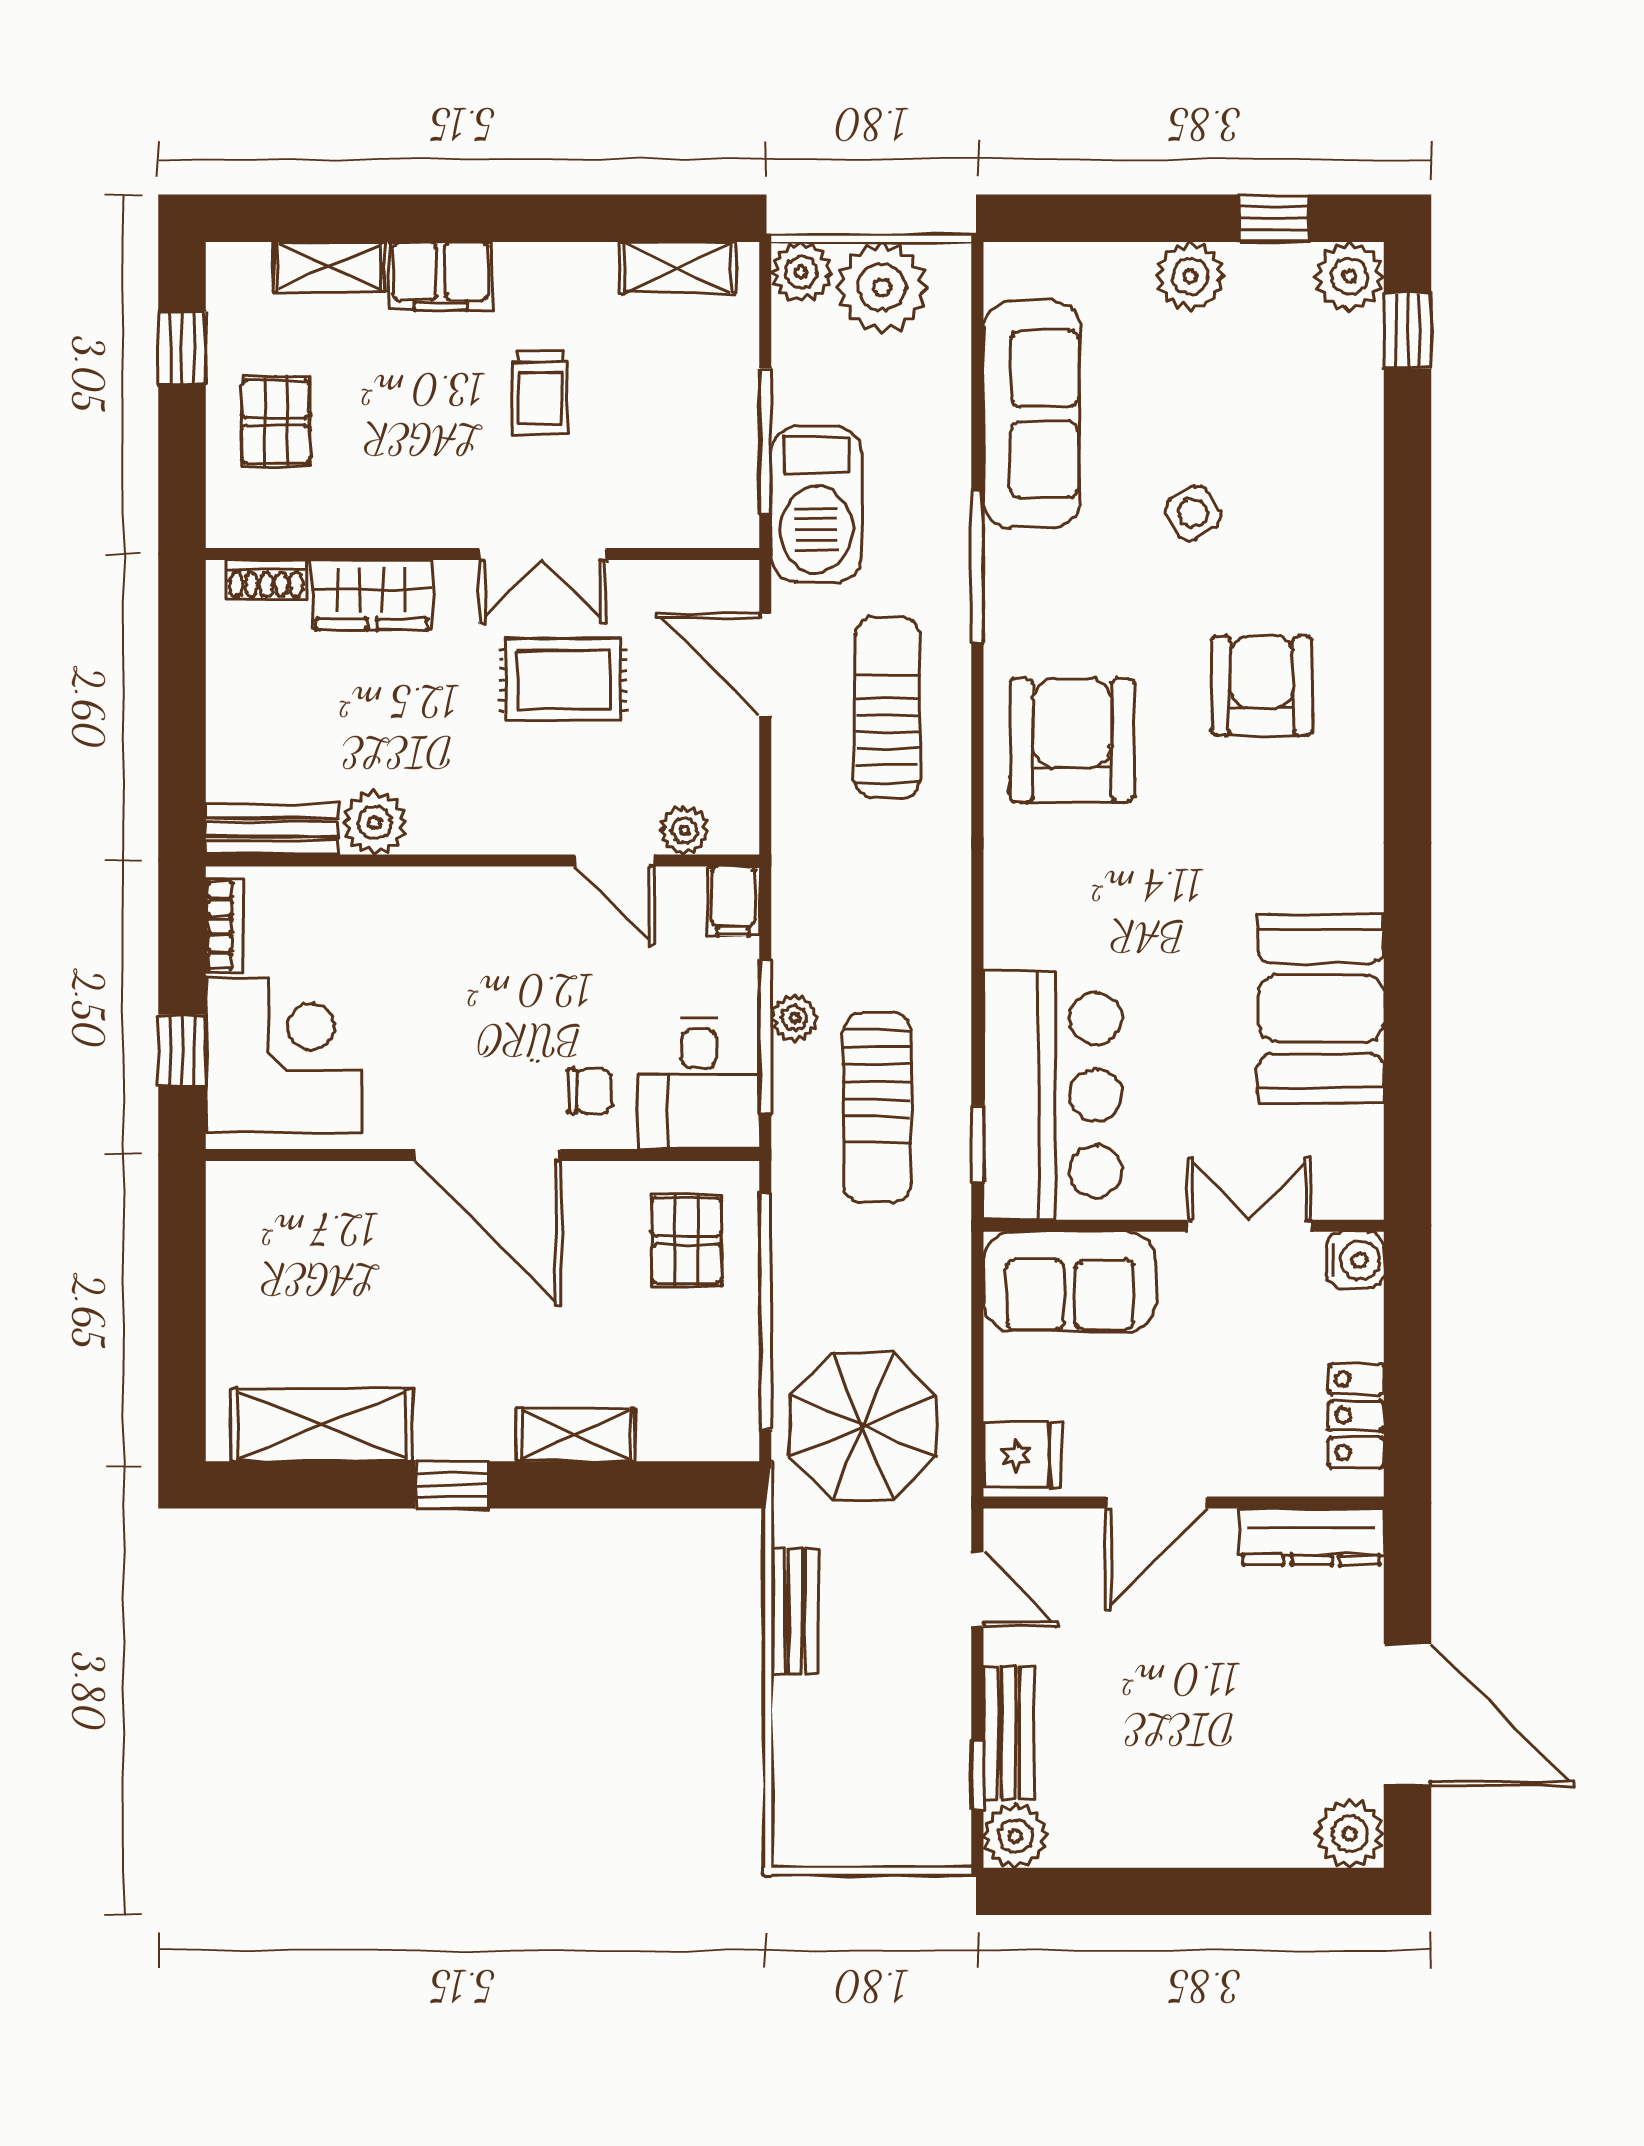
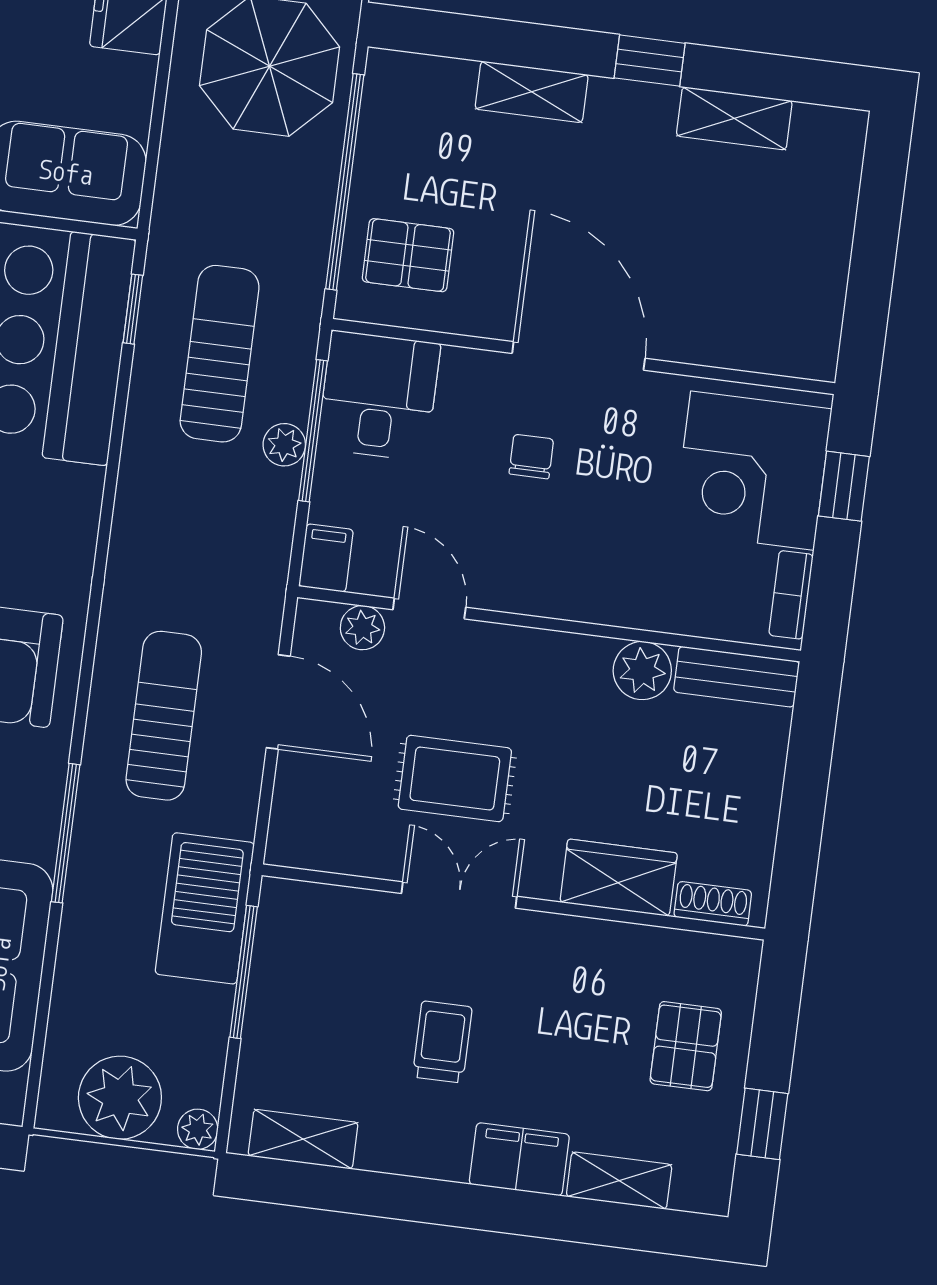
plant: (801, 272) -> (198, 1129), width x0.73, depth x0.73
door: (765, 665) -> (278, 702), moved
sun lounger: (887, 707) -> (164, 716), turned 180
chair: (590, 1091) -> (531, 456), moved, turned 90
pallet: (687, 1240) -> (408, 255), turned 90
shelving: (322, 1425) -> (734, 118), width x0.67, depth x0.75

